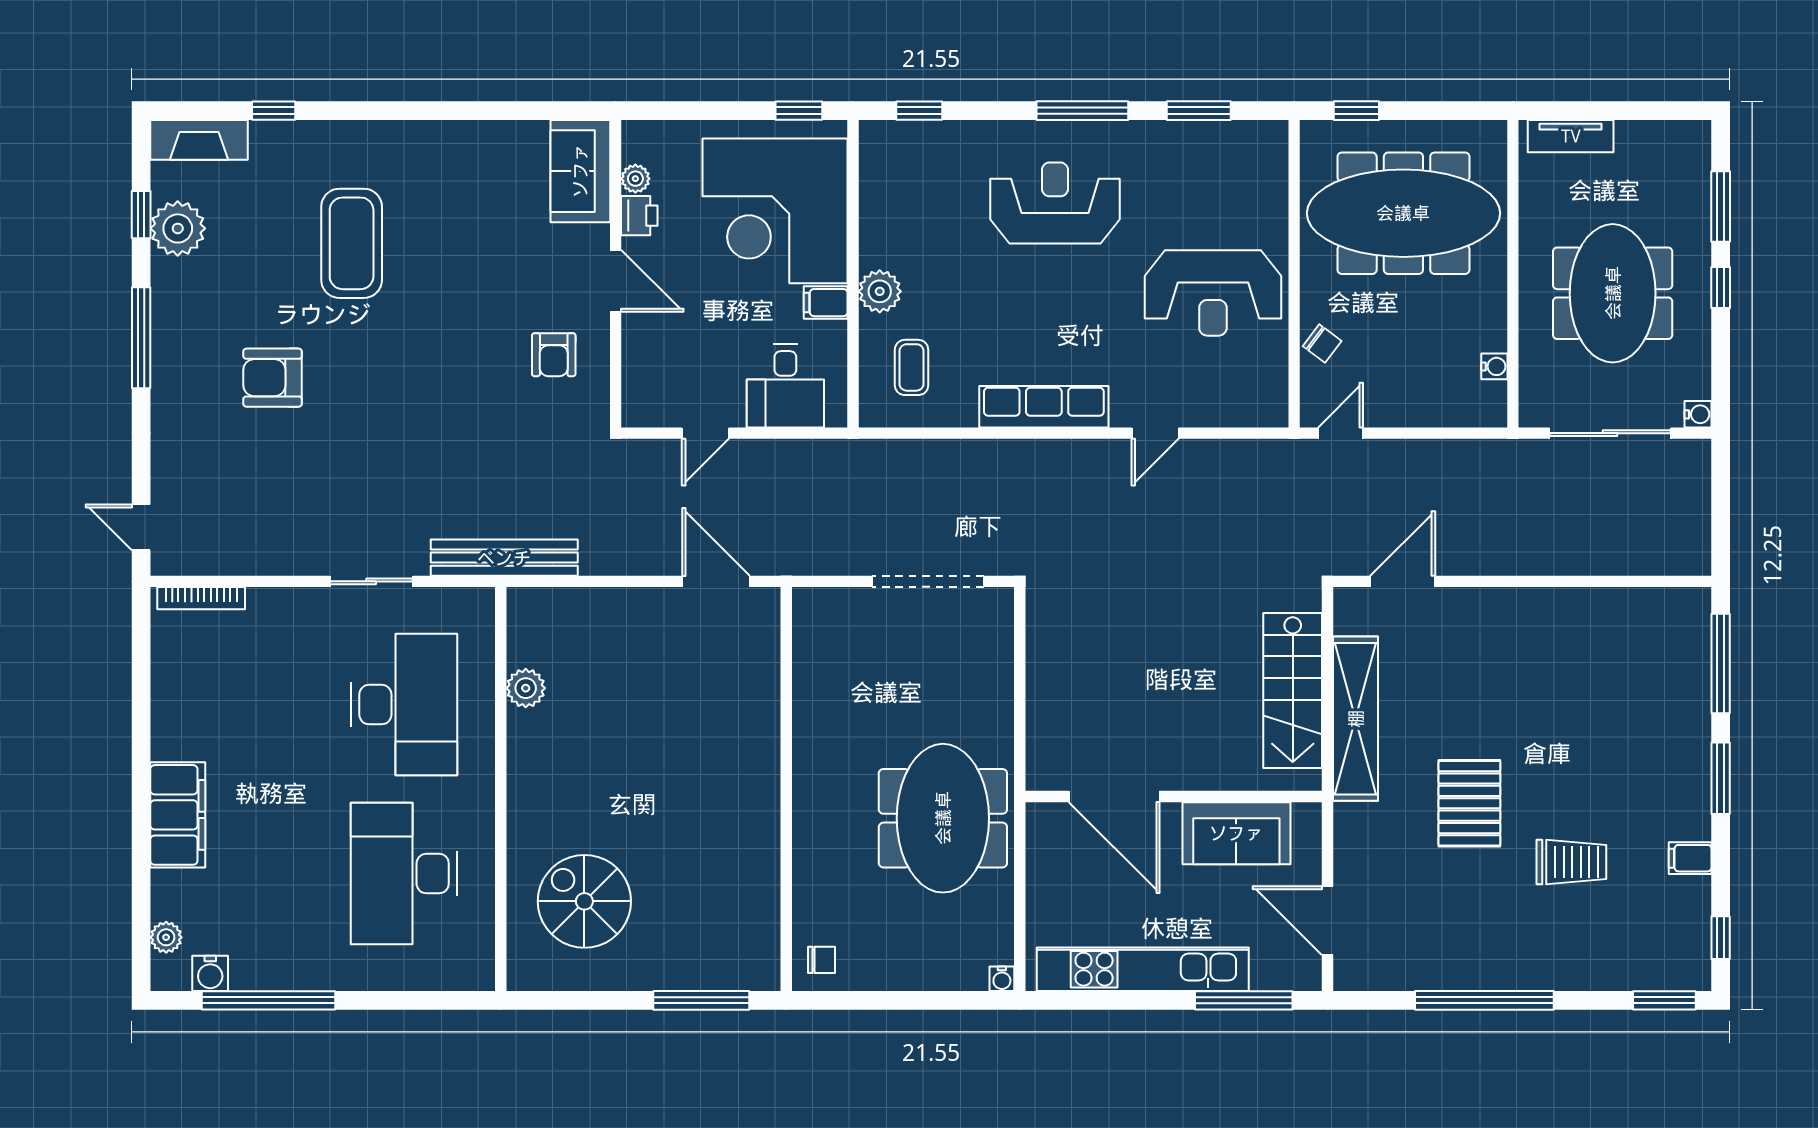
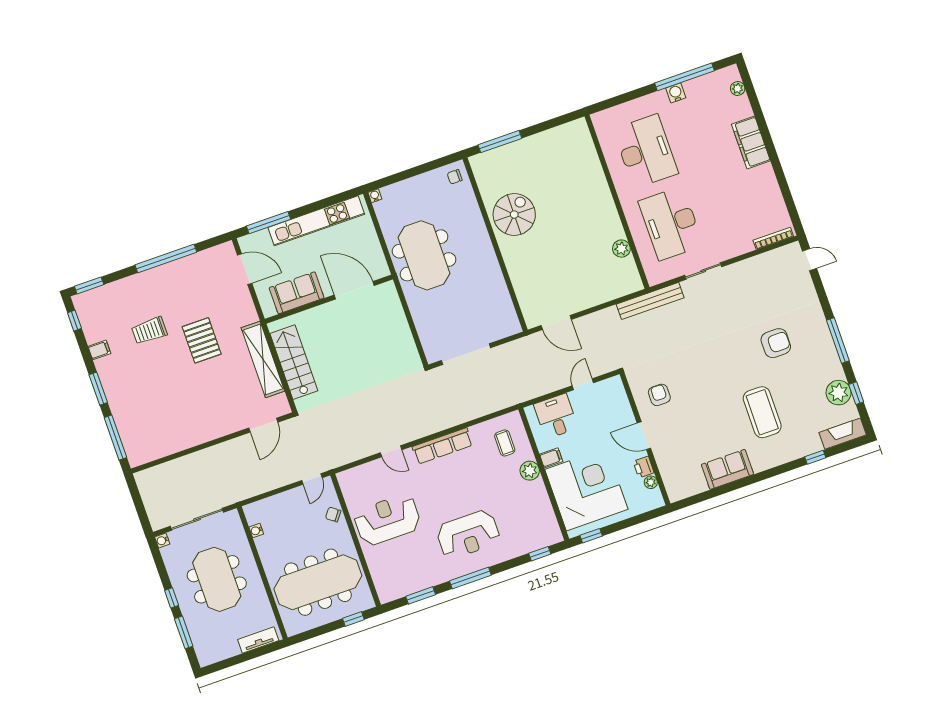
sofa: (580, 171) -> (727, 469), moved, turned -90
door: (1155, 433) -> (391, 451), swing flipped
spiral stairs: (584, 901) -> (514, 215), moved, turned -90
water cooler: (210, 973) -> (676, 93), moved

